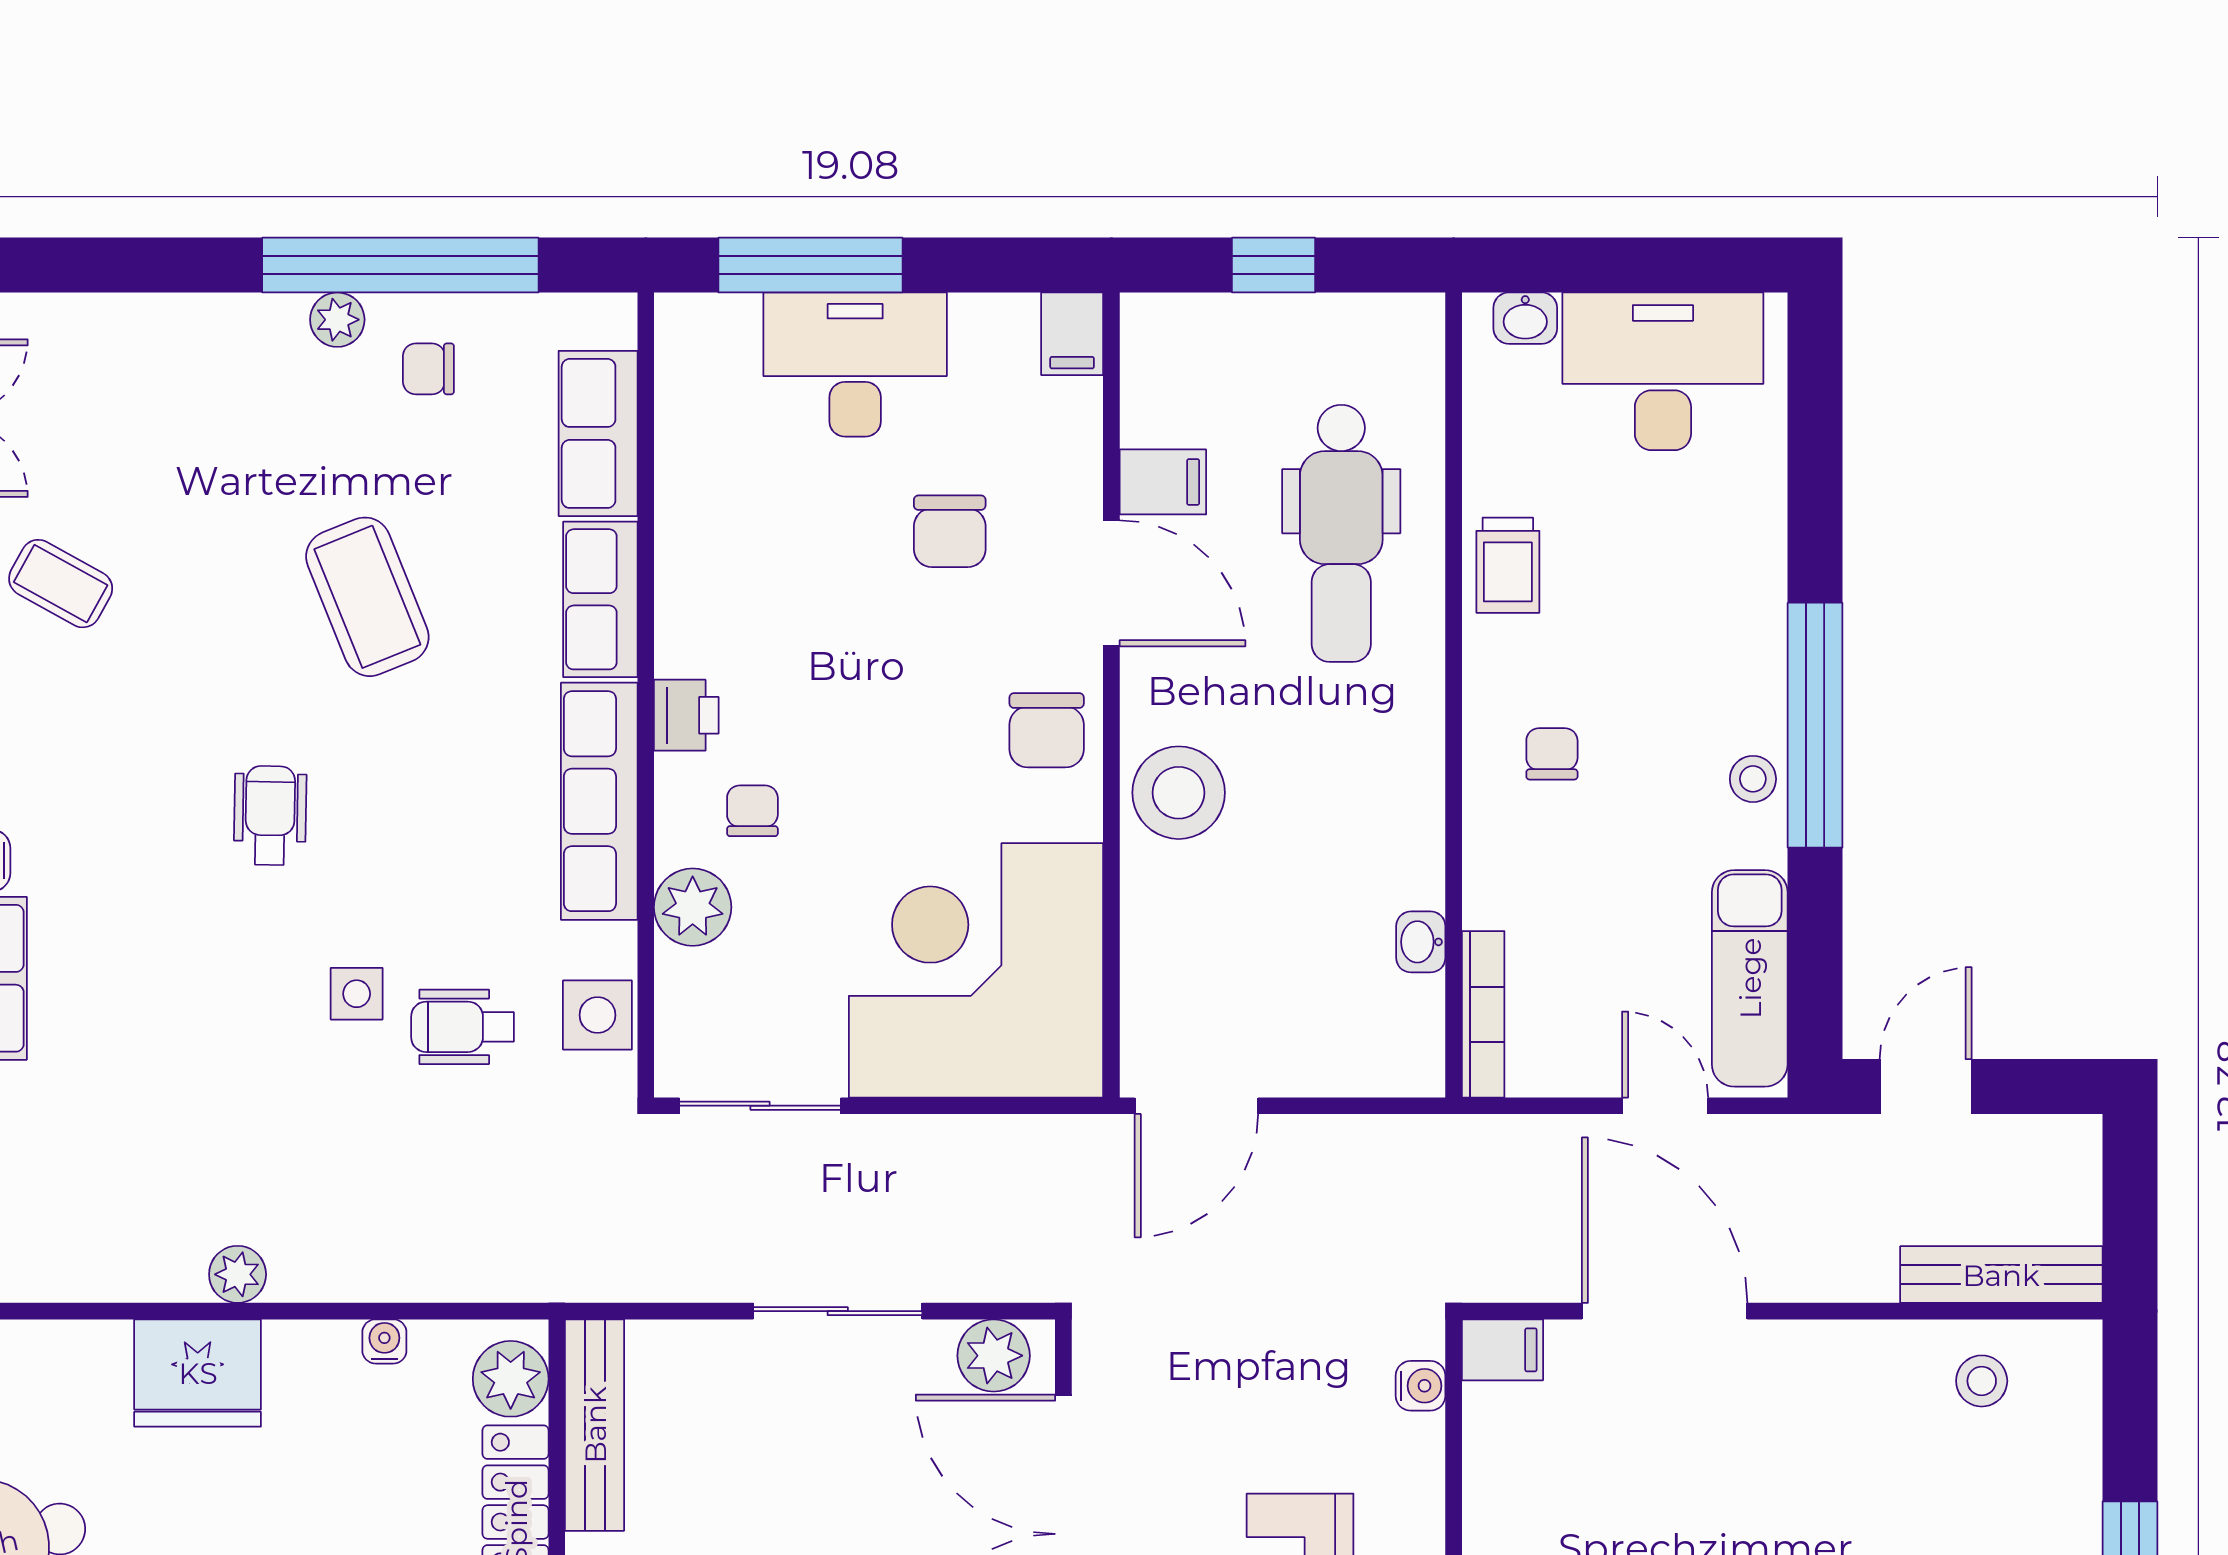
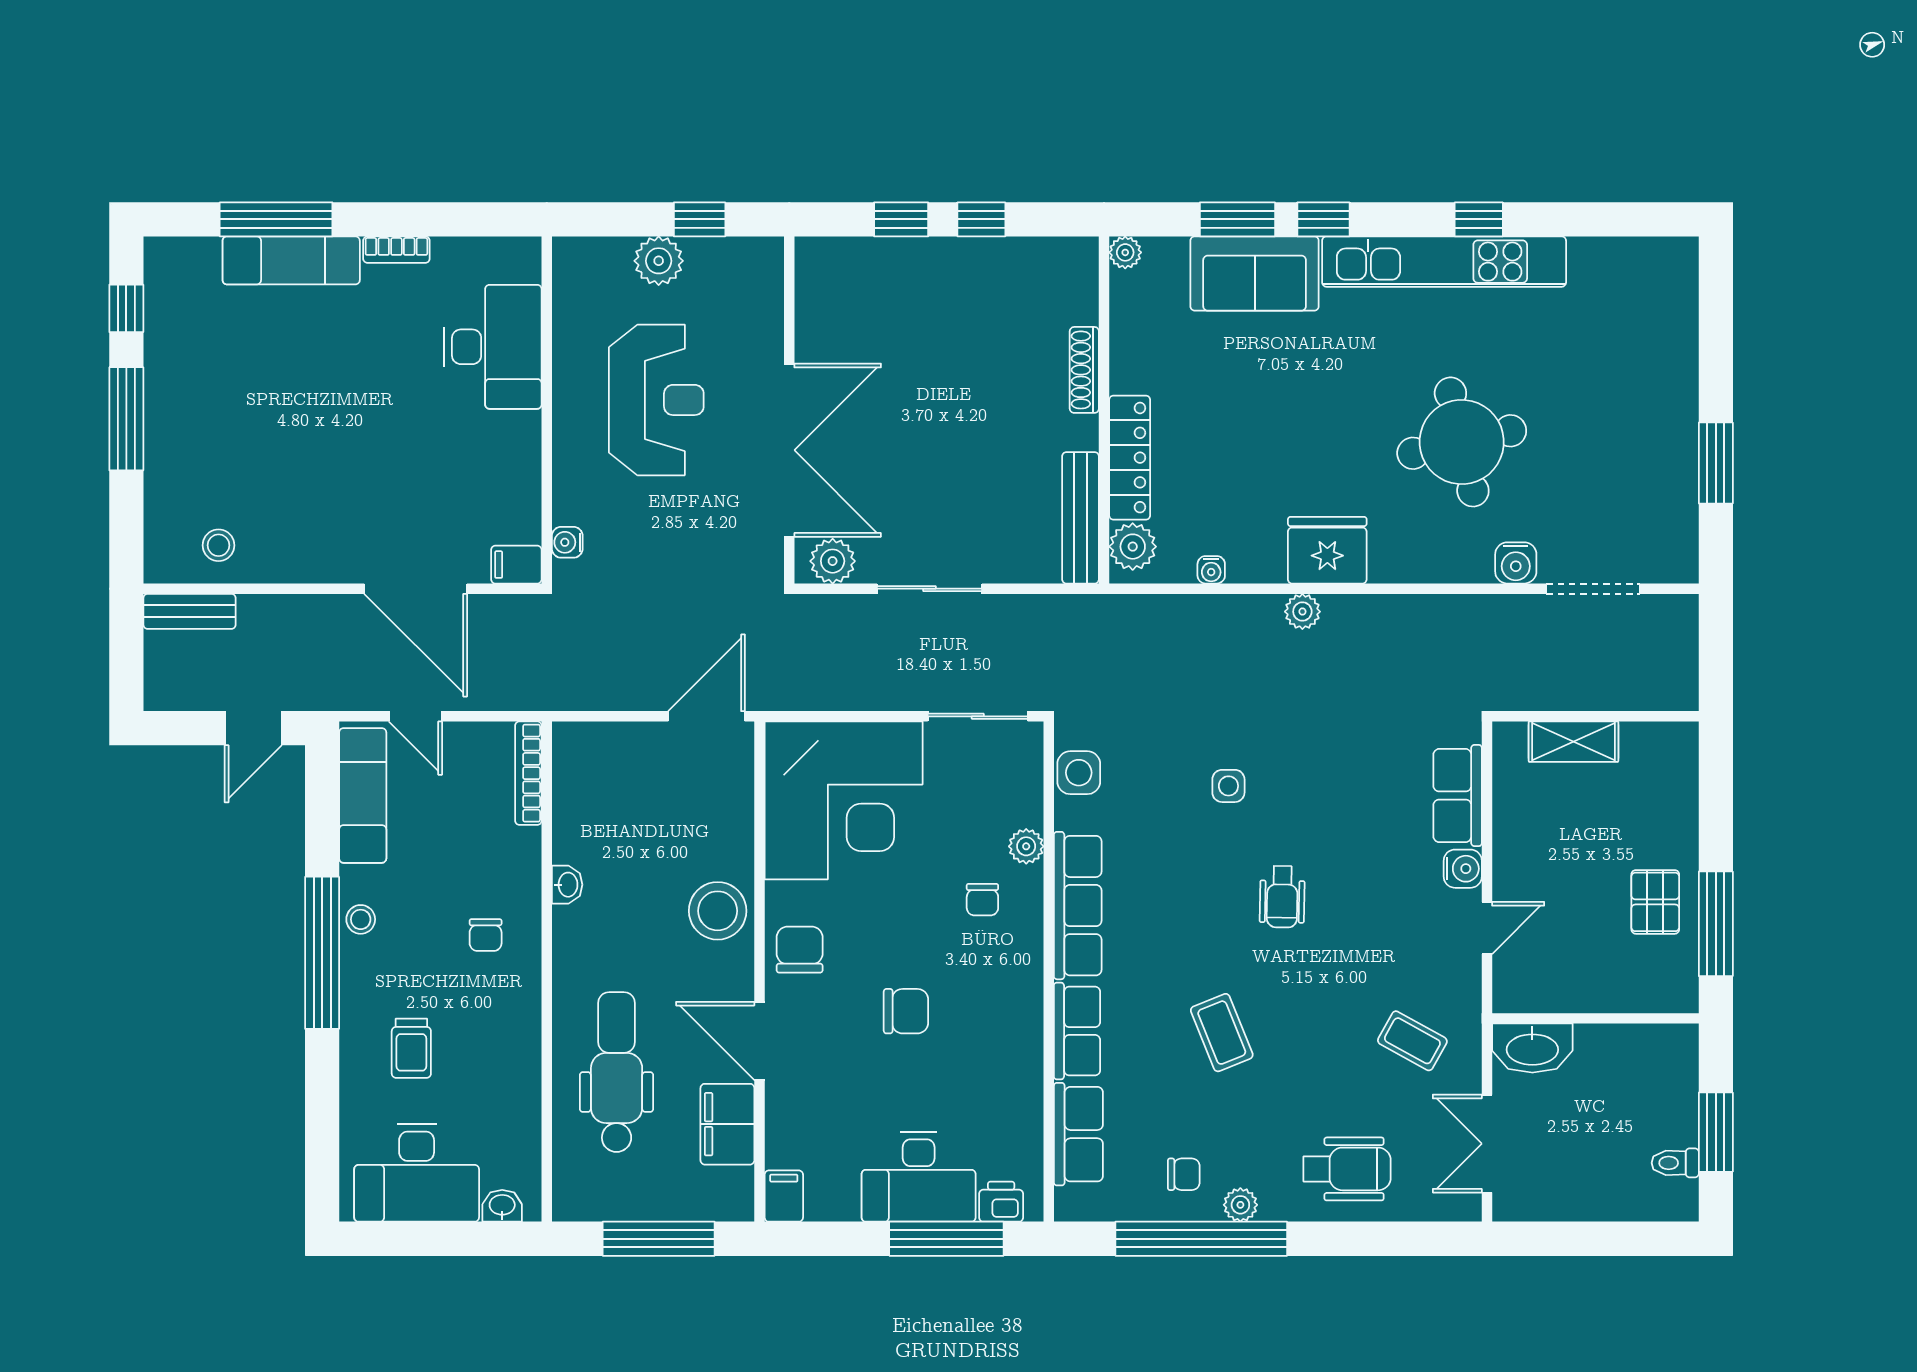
window: (1274, 265) -> (659, 1239), width x2.17
filing cabinet: (1163, 482) -> (727, 1124), width x2.00
chair: (950, 531) -> (906, 1011), moved, turned 90
trolley: (1508, 565) -> (411, 1048), moved, turned 180
coffee table: (367, 597) -> (1222, 1033), width x0.73, depth x0.77
printer: (686, 715) -> (1001, 1202), moved, turned 90
plant: (693, 907) -> (1026, 846), width x0.73, depth x0.73
washbasin: (1421, 942) -> (567, 885), moved
wheelchair: (462, 1027) -> (1347, 1169), moved, width x1.36, depth x1.37
bench: (2001, 1275) -> (189, 611), width x0.73

